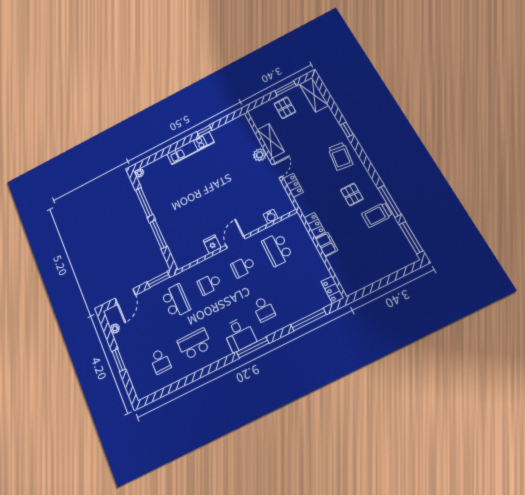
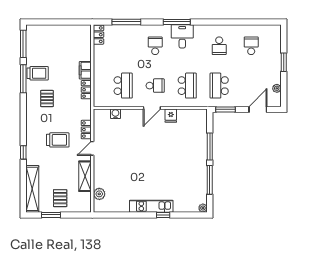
shelving: (314, 95) -> (32, 189), width x1.47
window: (204, 131) -> (163, 215), moved
plant: (260, 155) -> (99, 194), moved
trolley: (340, 156) -> (58, 140), moved, turned 83
school desk: (209, 284) -> (187, 86), width x1.85
school desk: (194, 344) -> (219, 46), width x0.54

